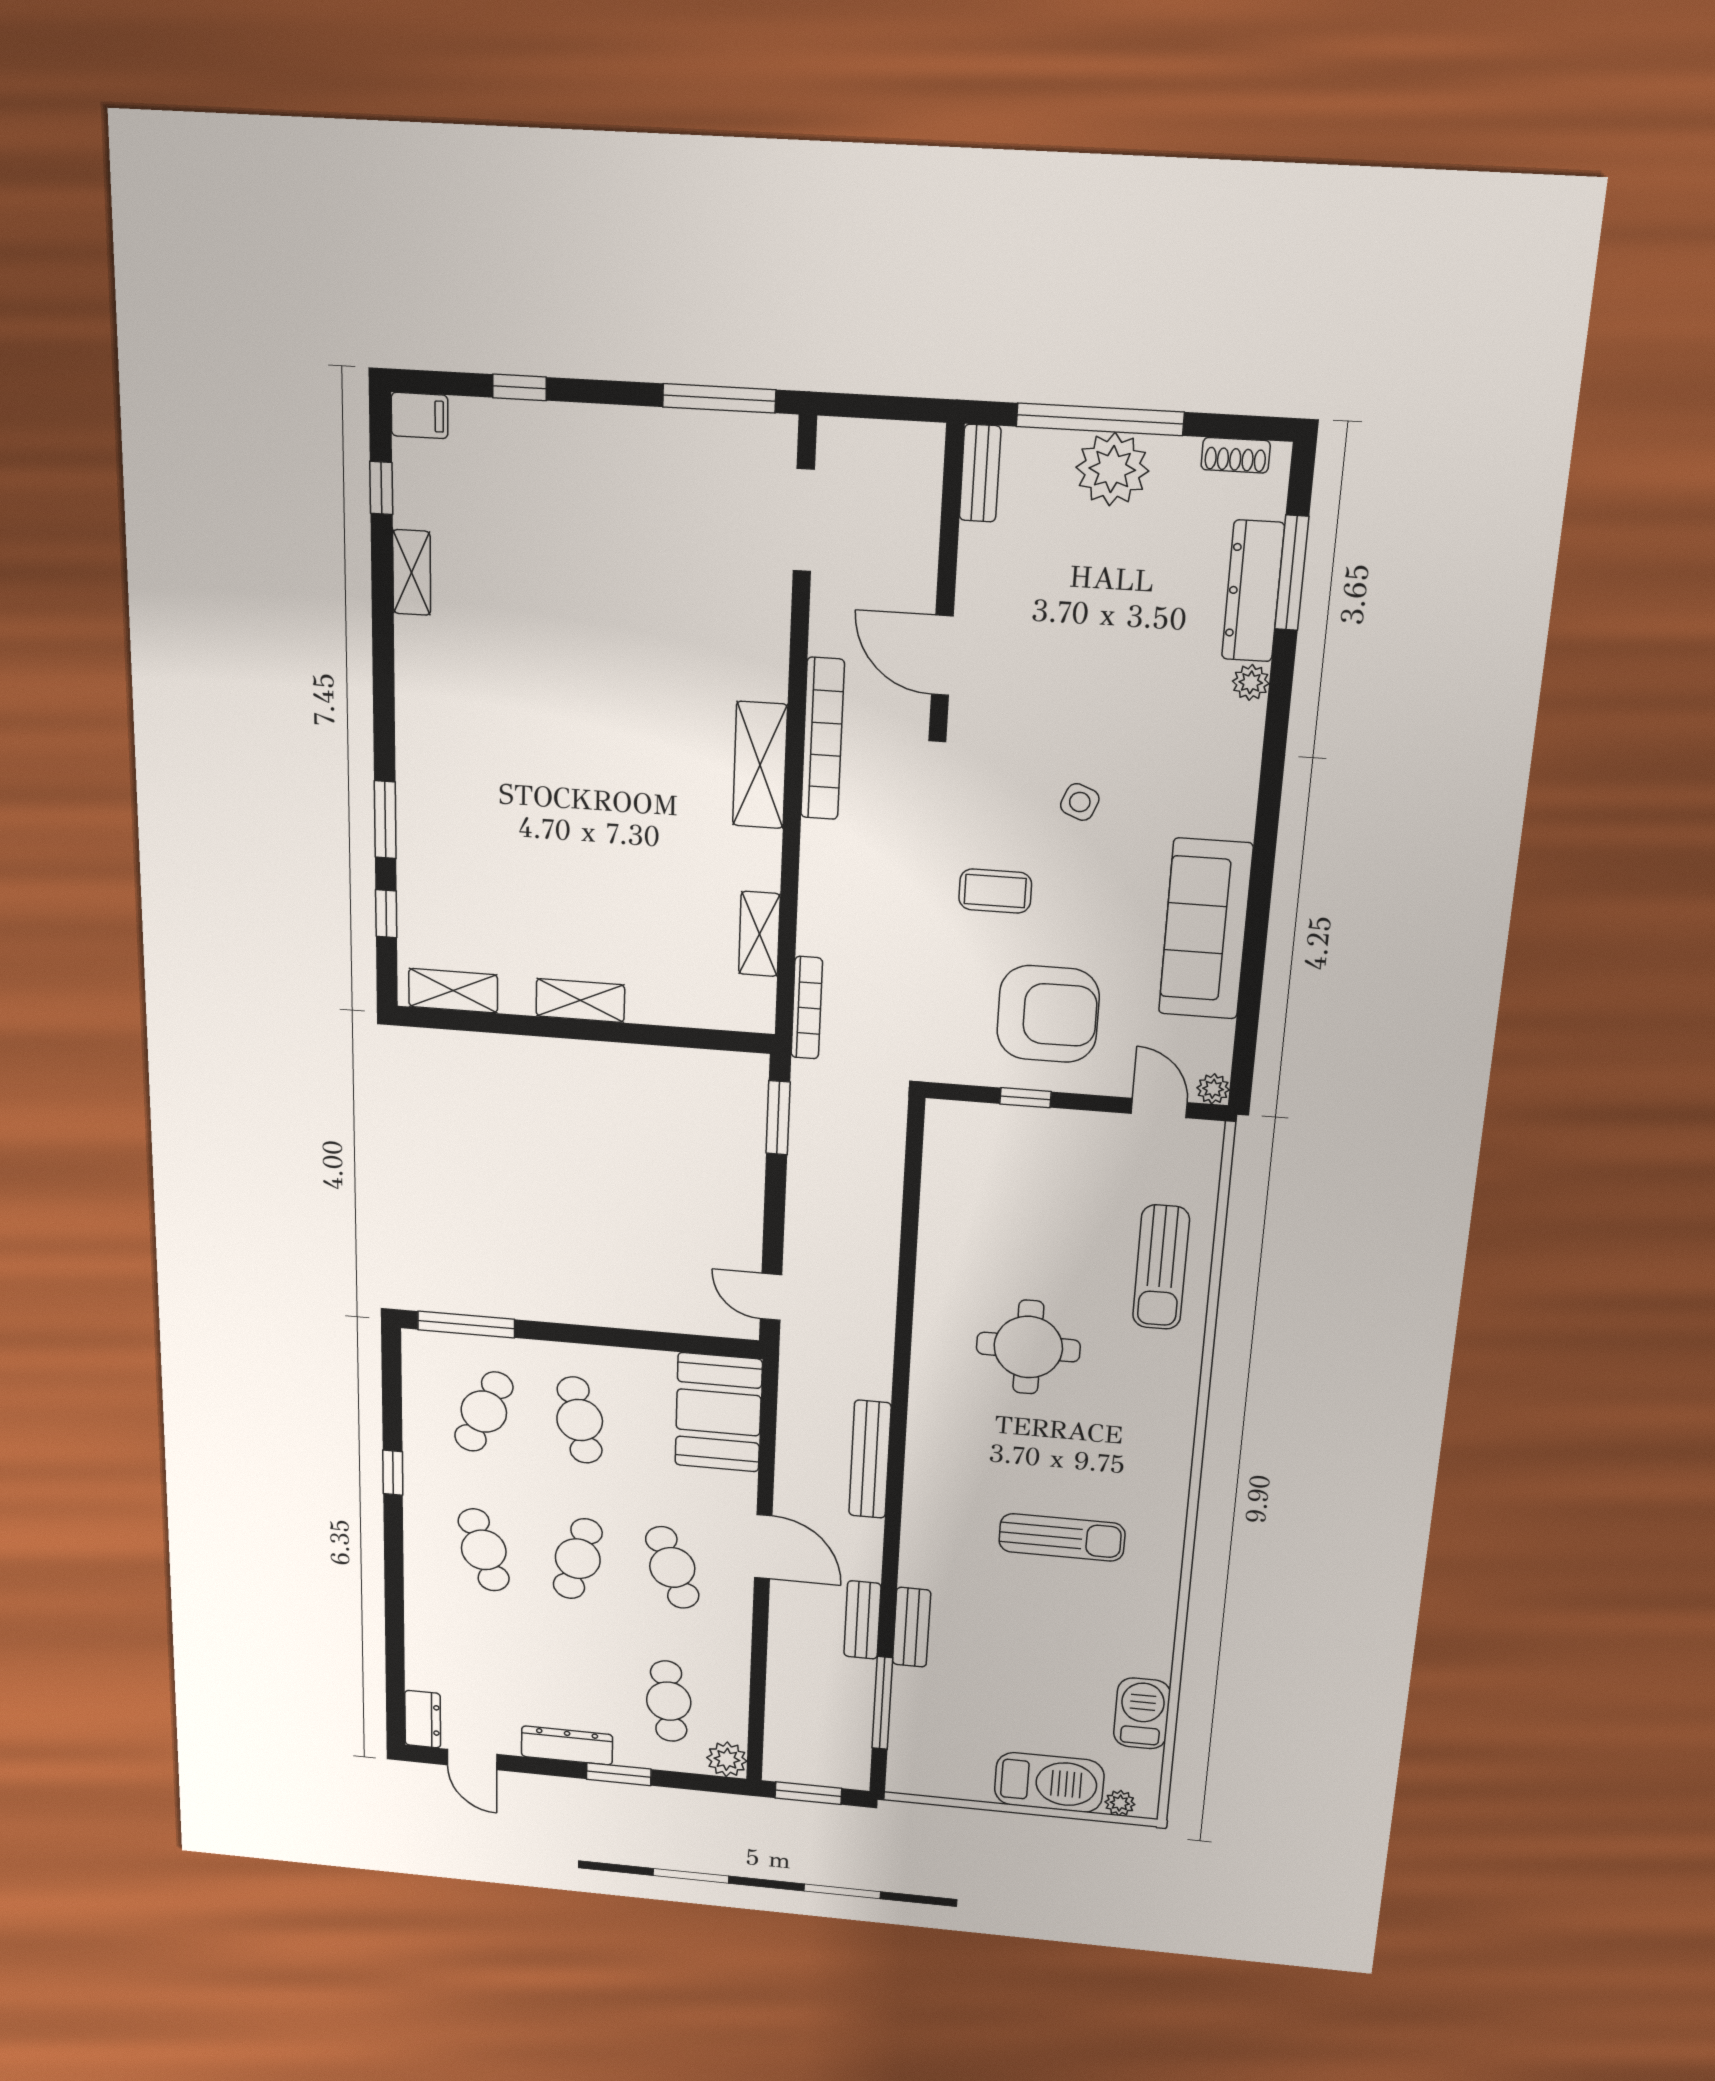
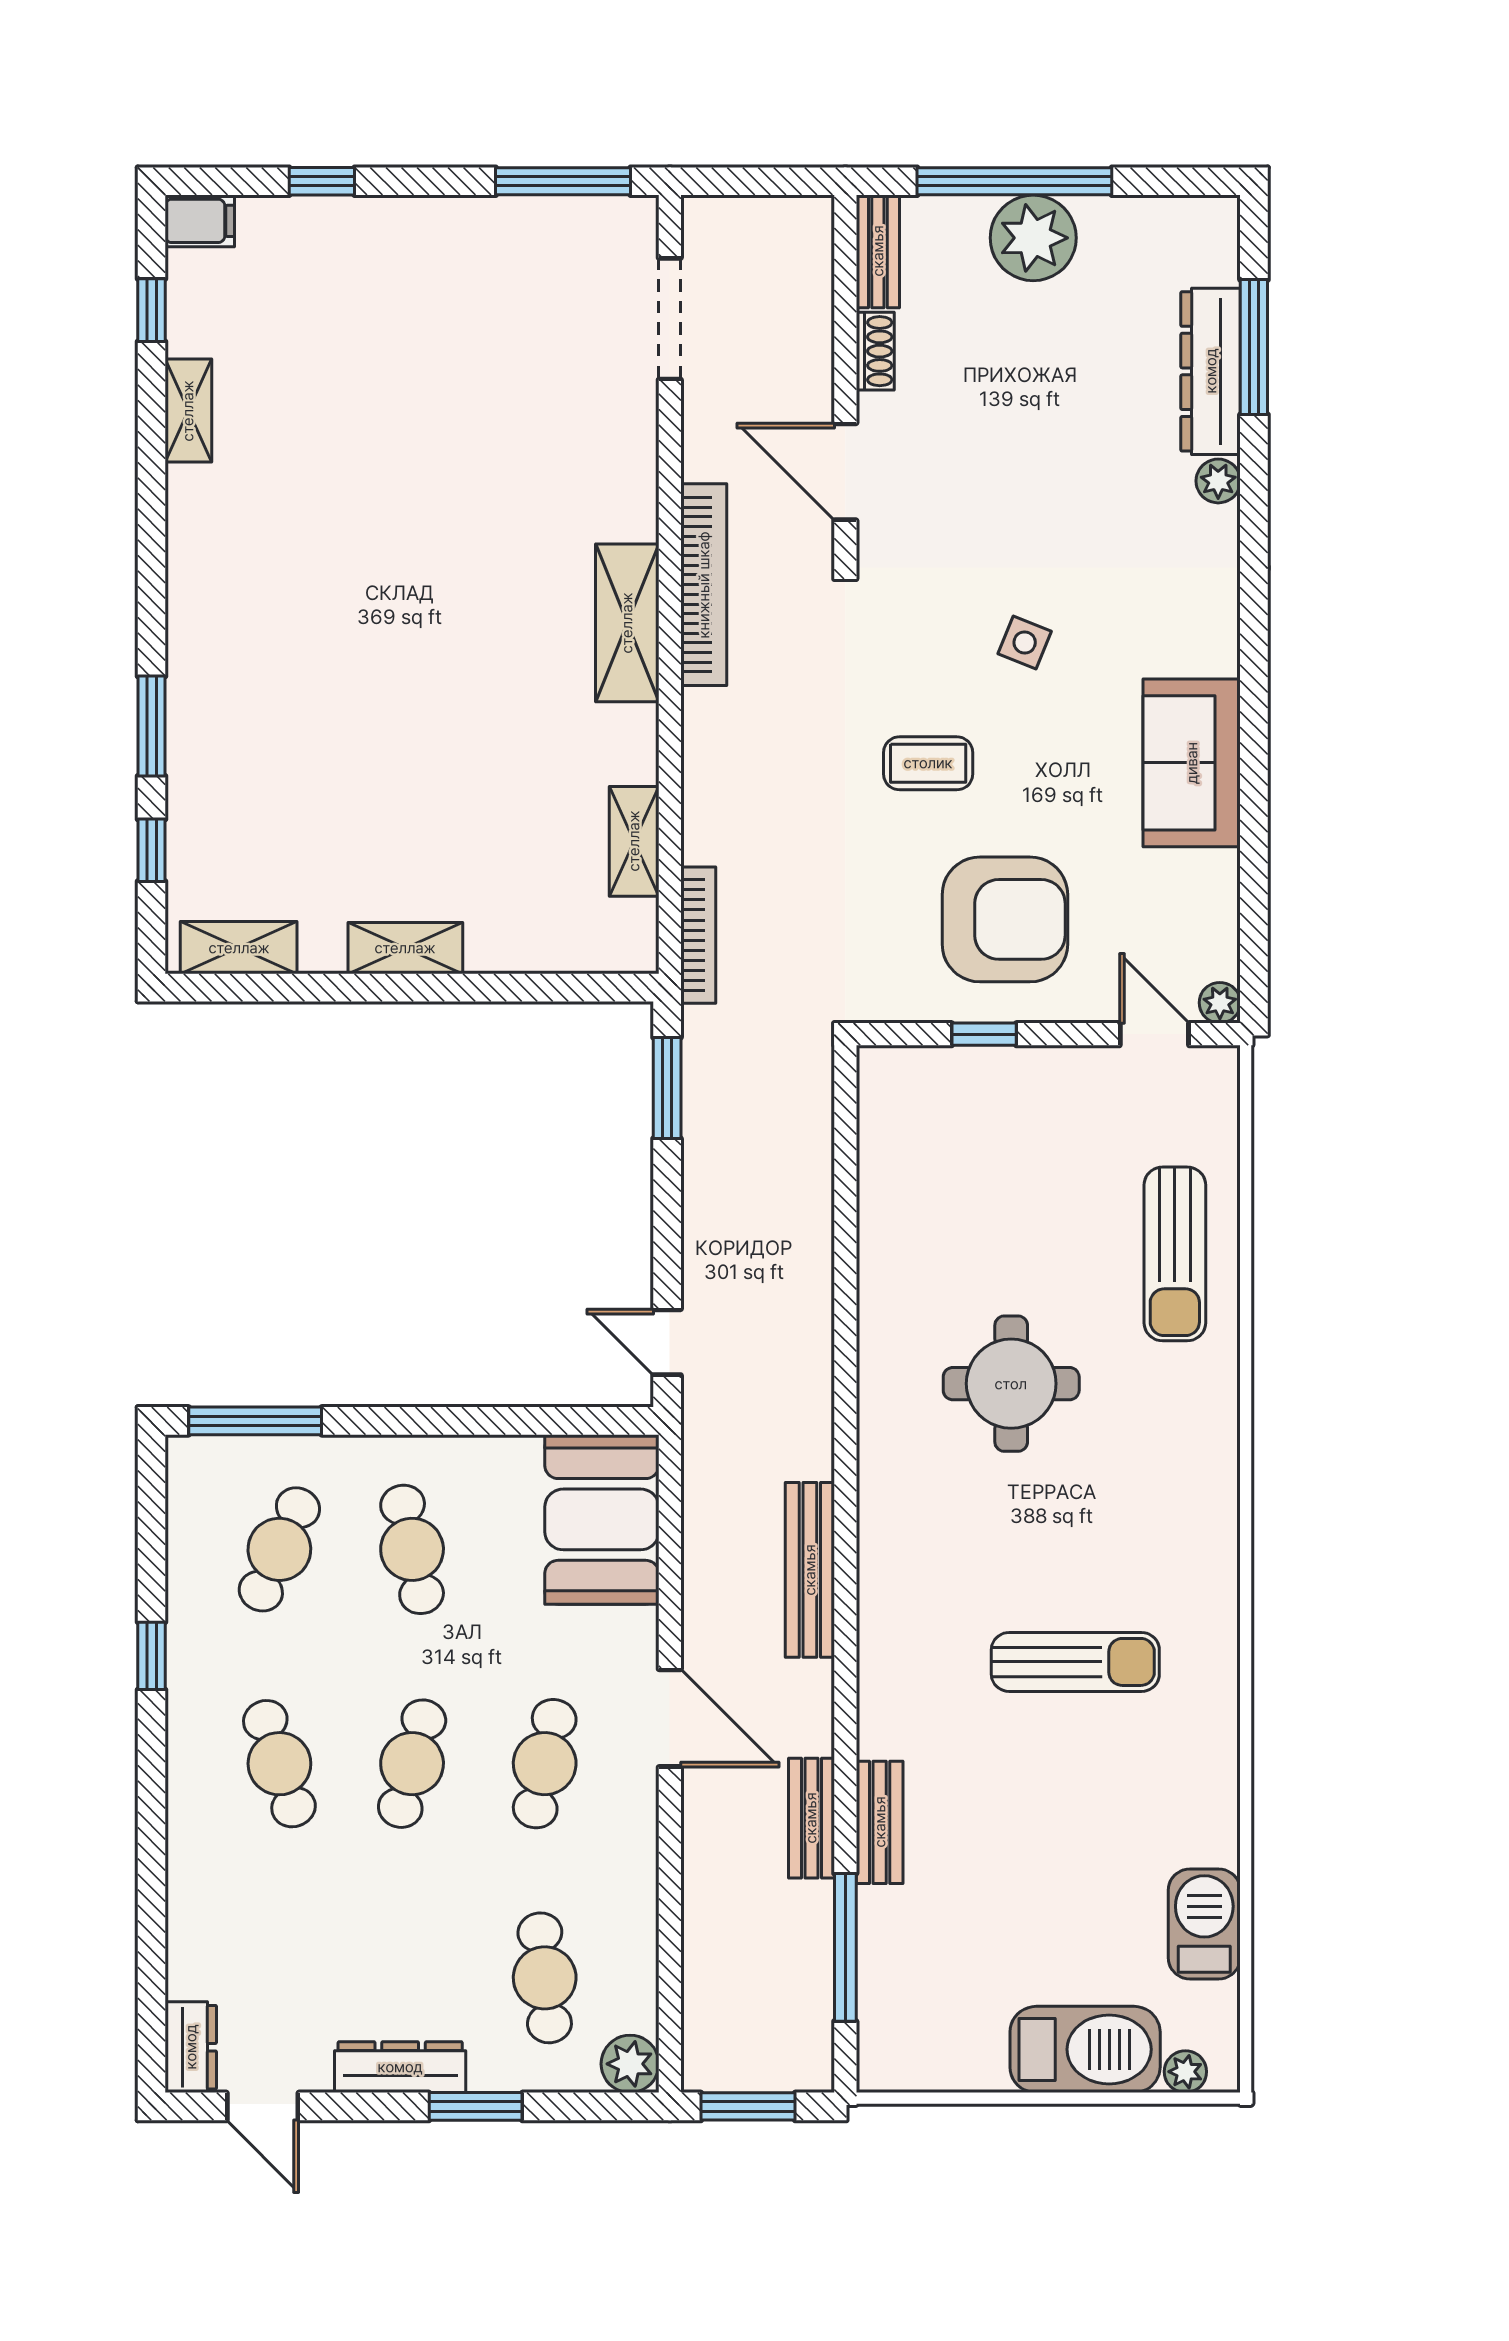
shoe rack: (1236, 455) -> (875, 351), moved, turned -90
sofa: (1205, 929) -> (1192, 763), width x0.73
cafe table: (672, 1567) -> (545, 1764), turned 33

